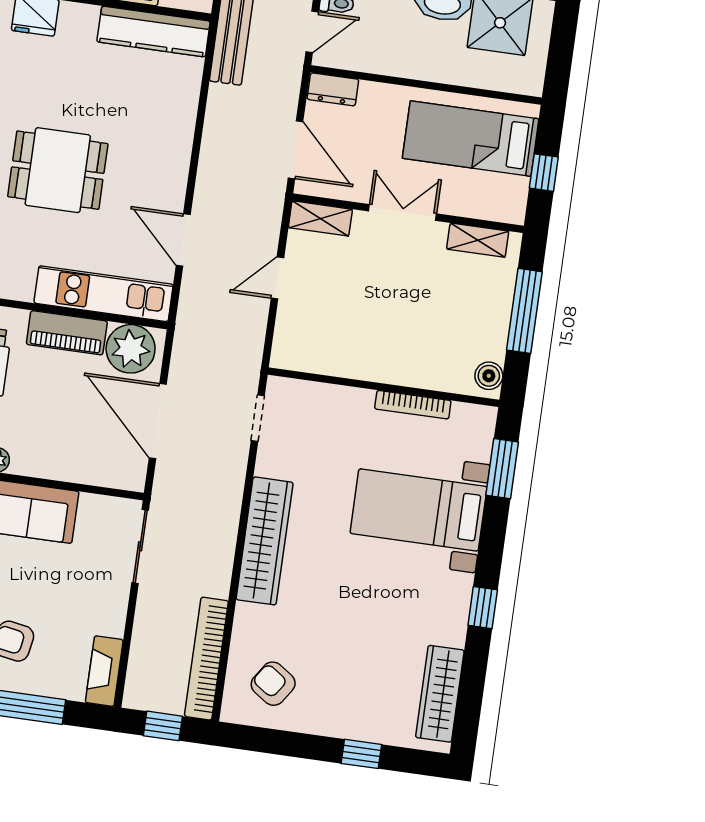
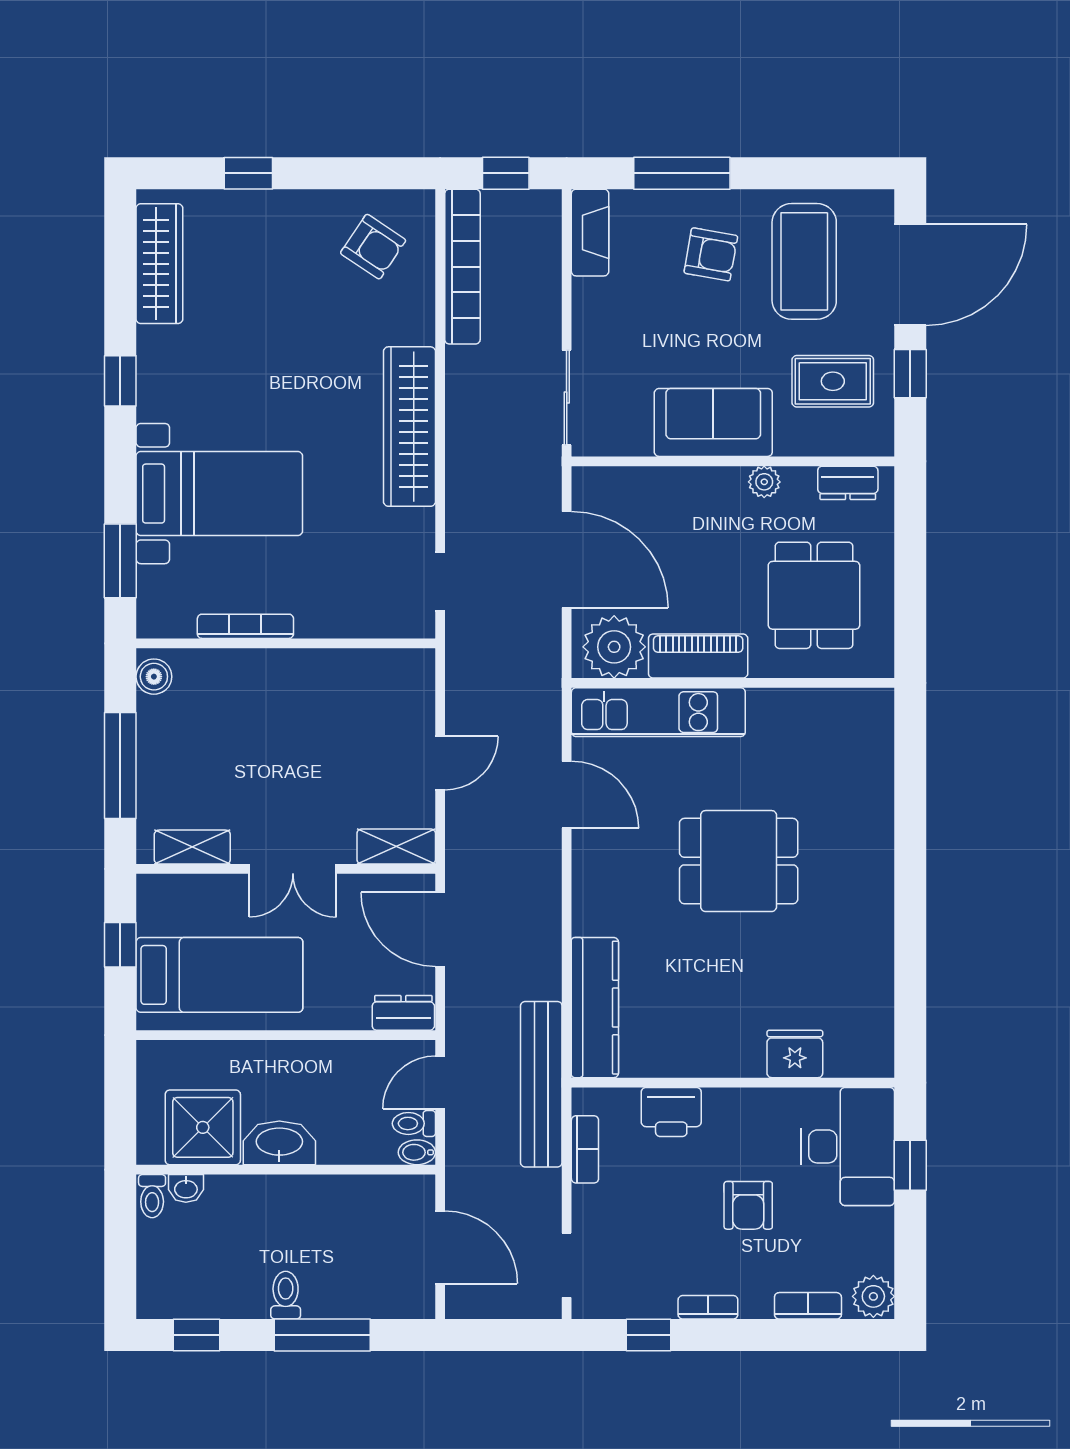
kitchen counter: (154, 31) -> (595, 1008), moved, turned 90

